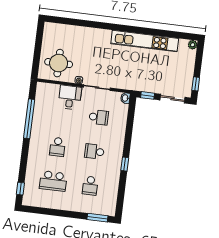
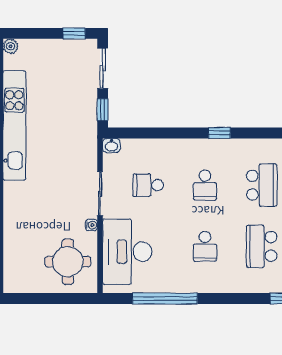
desk: (70, 97) -> (127, 252), width x1.87, depth x1.30
school desk: (99, 117) -> (148, 185), turned -90
school desk: (57, 147) -> (205, 246), turned 90
school desk: (53, 181) -> (262, 246), turned 180
school desk: (90, 186) -> (262, 185), width x1.85

